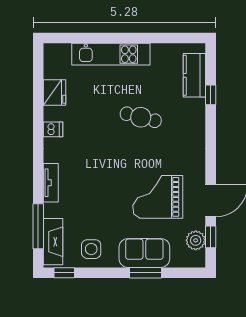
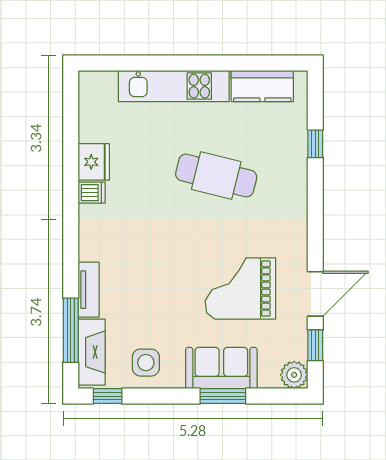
kitchen counter: (194, 75) -> (262, 86), moved, turned -90
fridge: (54, 92) -> (94, 162), moved
cafe table: (141, 117) -> (216, 176), width x1.37, depth x1.35
tv unit: (51, 183) -> (89, 290), moved
plant: (196, 240) -> (294, 375), moved

